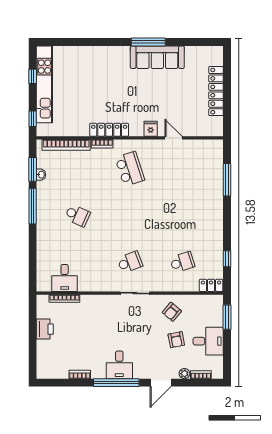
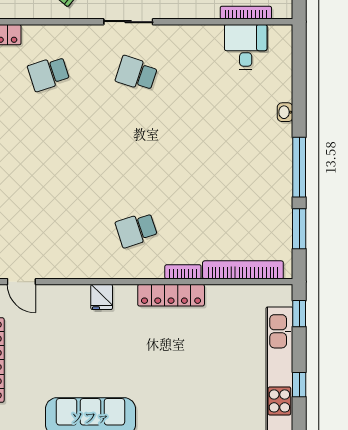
door: (174, 138) -> (21, 282), moved
school desk: (130, 169) -> (136, 230), width x0.54
washbasin: (41, 175) -> (285, 112), moved
school desk: (77, 215) -> (224, 152), removed
school desk: (130, 262) -> (136, 74), turned 39

